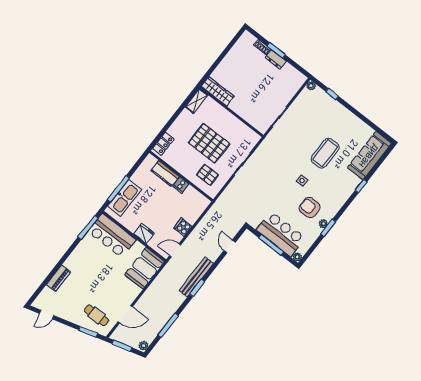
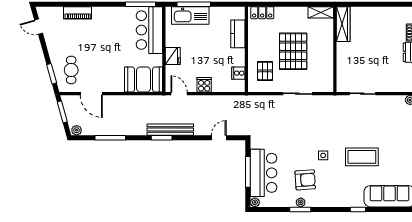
cooker: (181, 185) -> (238, 73), moved
armchair: (310, 208) -> (305, 180), turned 86

